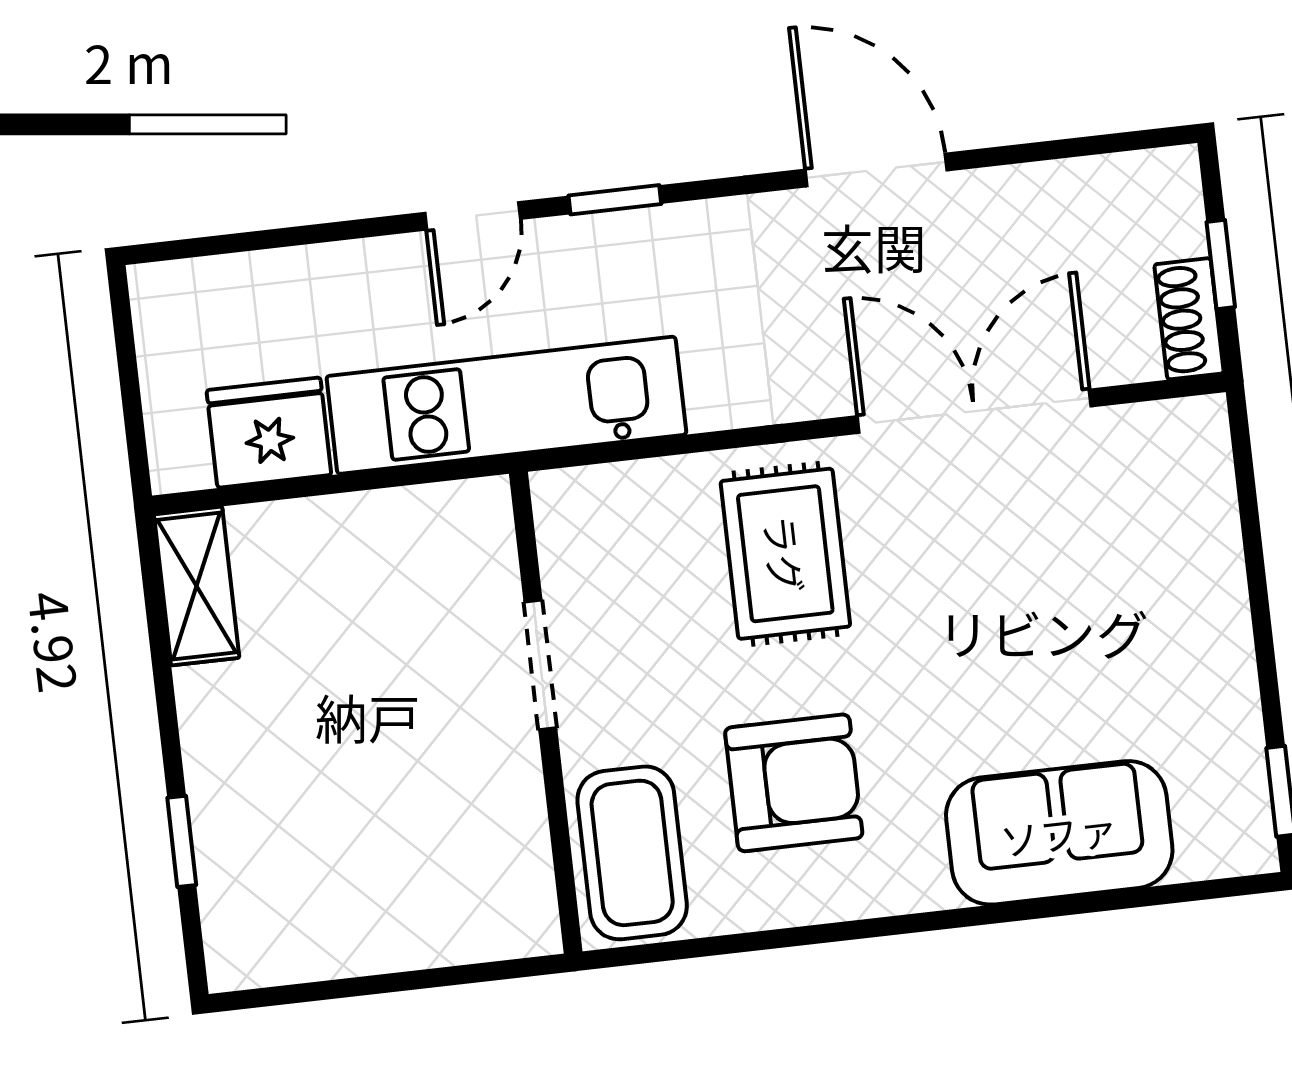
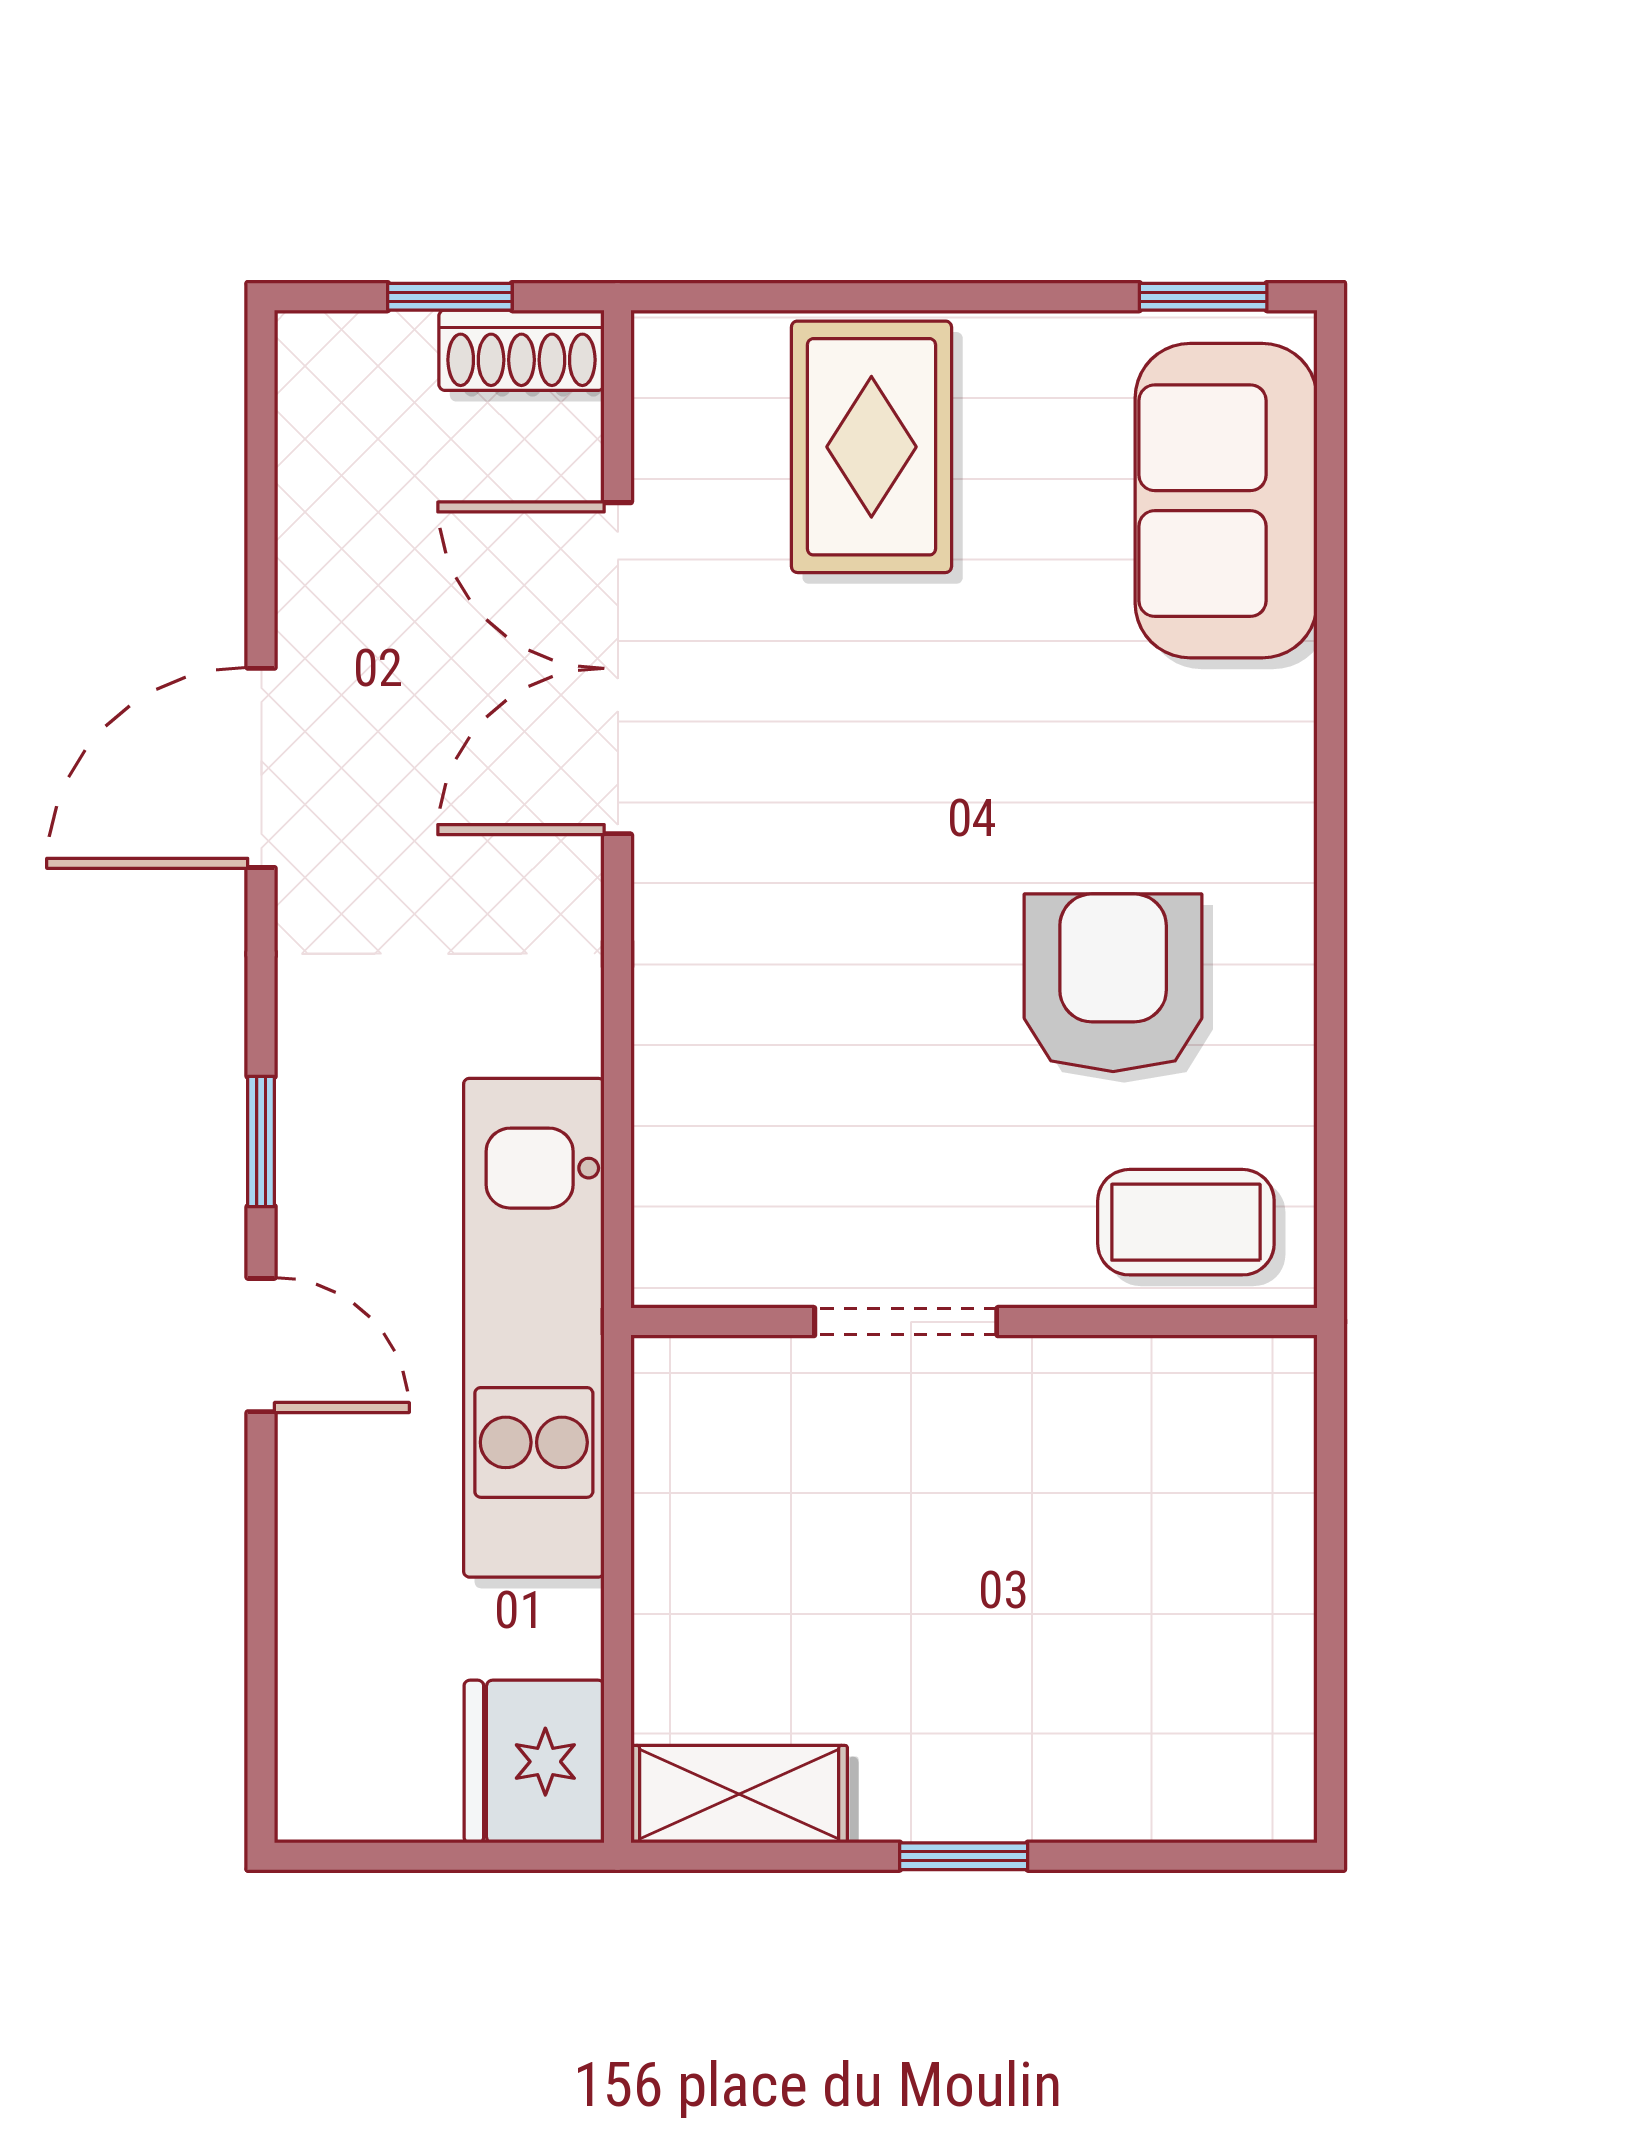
fridge: (269, 433) -> (534, 1762), moved
rug: (785, 554) -> (871, 447), moved, turned 90
sofa: (1059, 833) -> (1226, 501), moved
window: (182, 841) -> (964, 1856), moved
coffee table: (632, 853) -> (1186, 1222), width x0.73, depth x0.77

